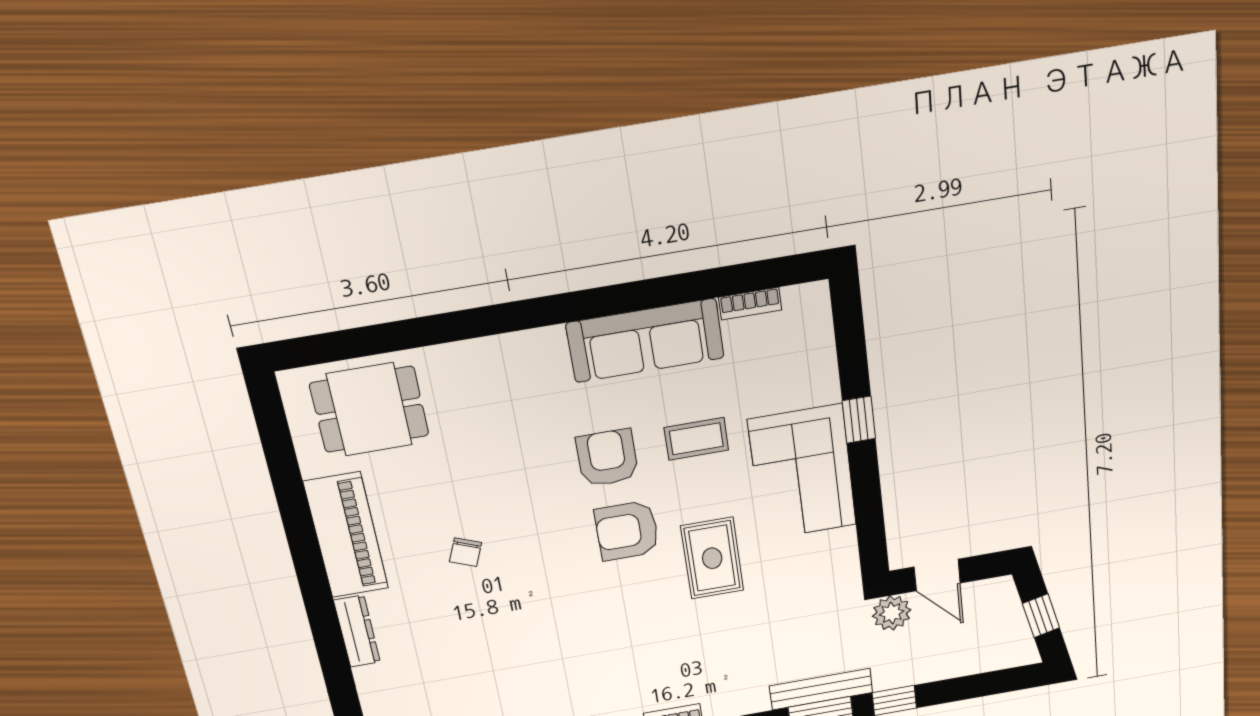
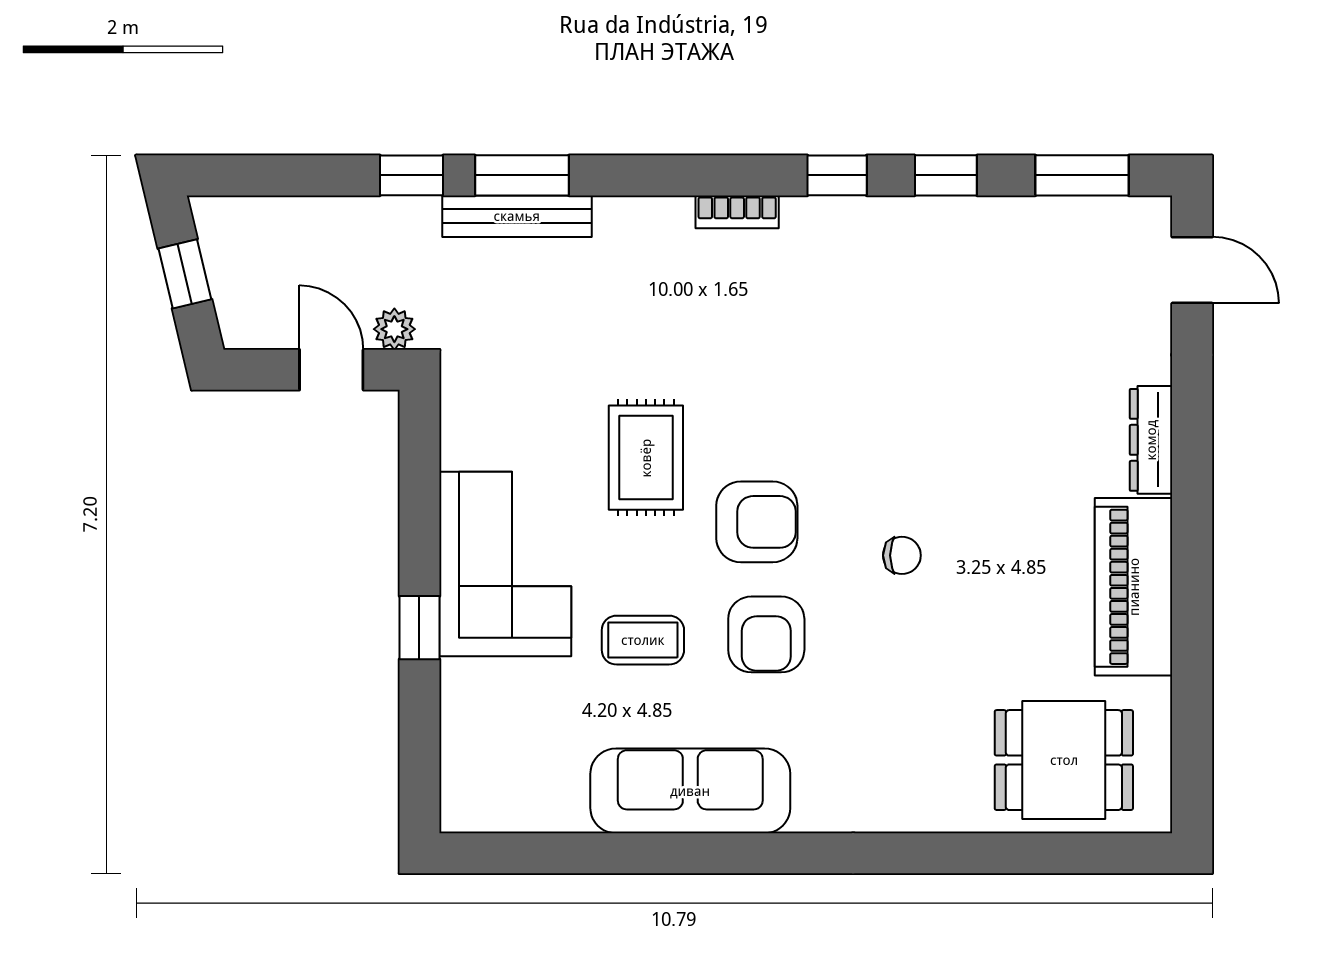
bookcase: (750, 304) -> (546, 817), removed
chair: (465, 552) -> (902, 555), moved, turned 68
plant: (892, 613) -> (394, 329), width x0.73, depth x0.73

